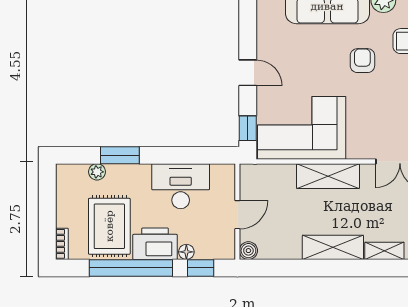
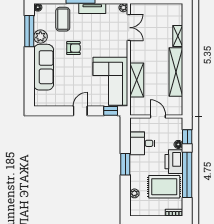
armchair: (362, 61) -> (73, 48), turned 180
window: (120, 155) -> (125, 164), moved
shelving: (328, 176) -> (137, 80), moved
desk: (181, 186) -> (142, 143), width x0.73
shelving: (333, 247) -> (176, 72), width x1.47
boiler: (248, 251) -> (178, 110), removed

